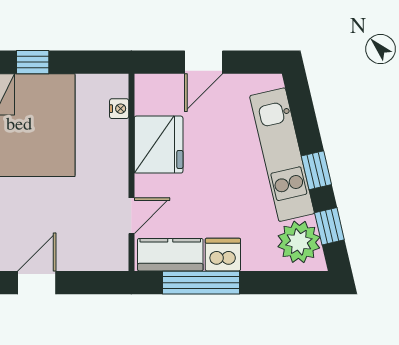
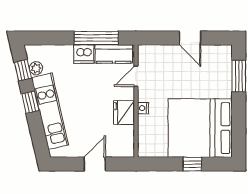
nightstand: (119, 109) -> (143, 108), moved
fridge: (159, 145) -> (124, 113), width x0.73, depth x0.75
plant: (299, 242) -> (36, 68), width x0.53, depth x0.53
door: (37, 283) -> (190, 38), hinge flipped

